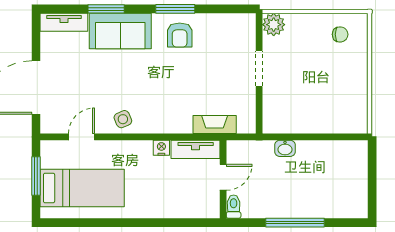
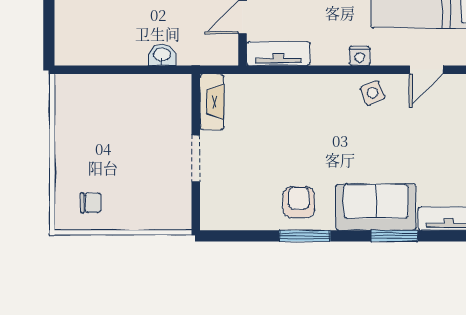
plant: (274, 25) -> (177, 216), removed
chair: (340, 34) -> (91, 203), turned 180
fireplace: (215, 125) -> (212, 102), moved, turned -90
nightstand: (161, 148) -> (360, 56), moved

